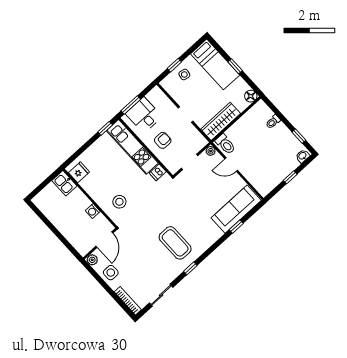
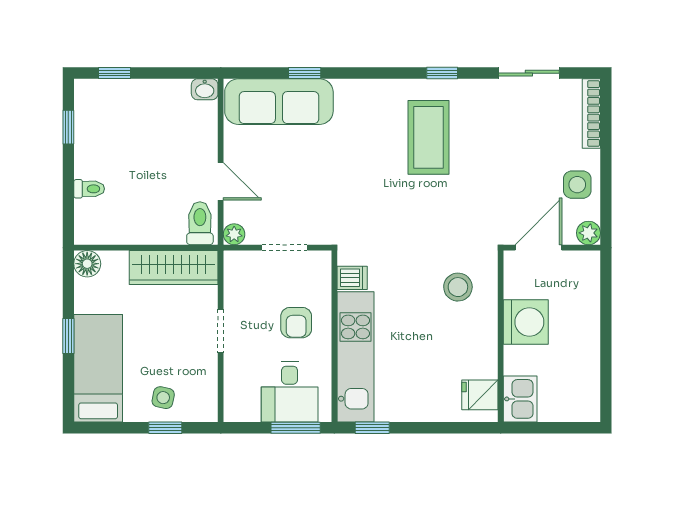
armchair: (163, 140) -> (296, 323), turned -90
washbasin: (303, 156) -> (205, 89), moved
window: (290, 177) -> (115, 73), moved
washing machine: (93, 211) -> (526, 322), width x1.89, depth x1.89

